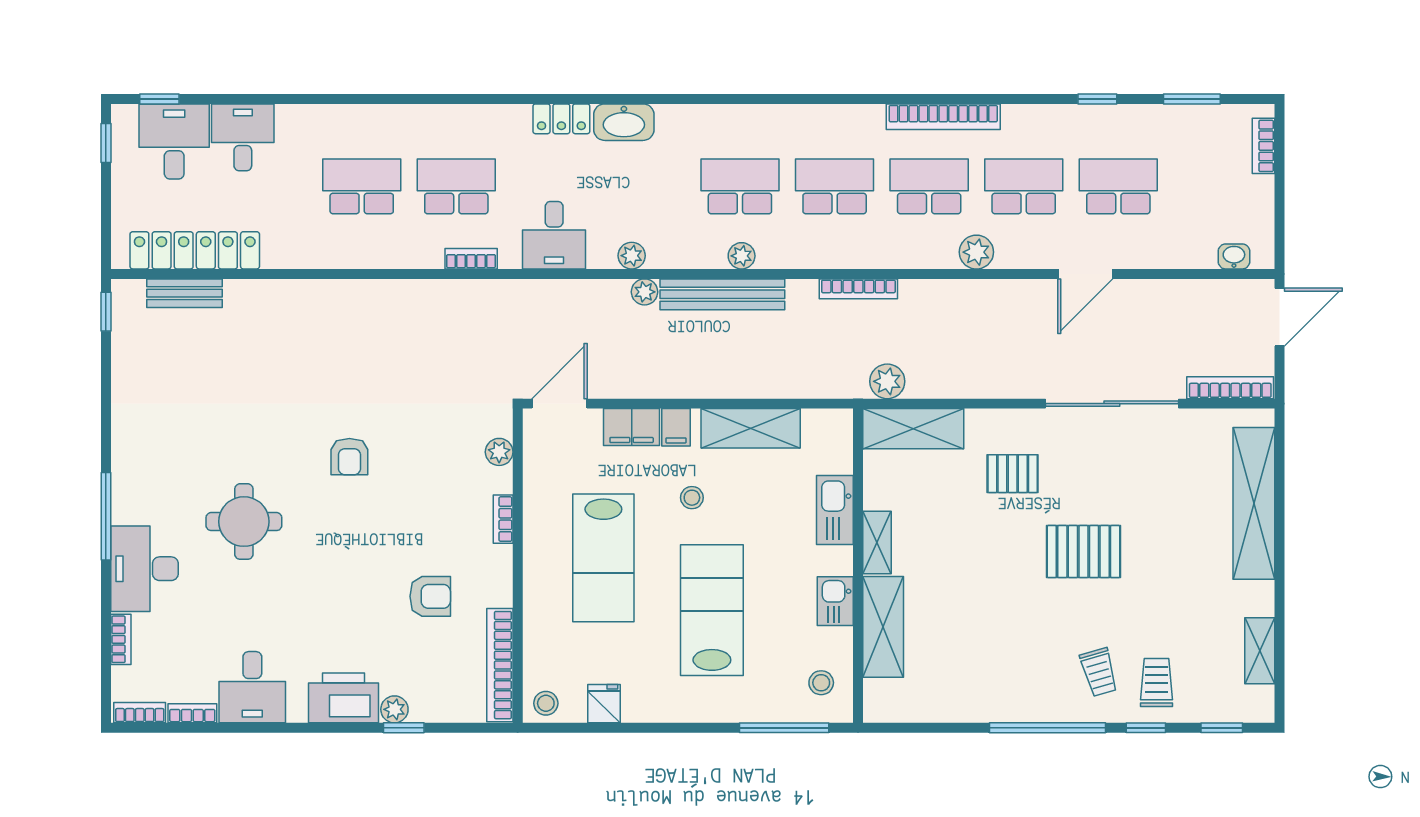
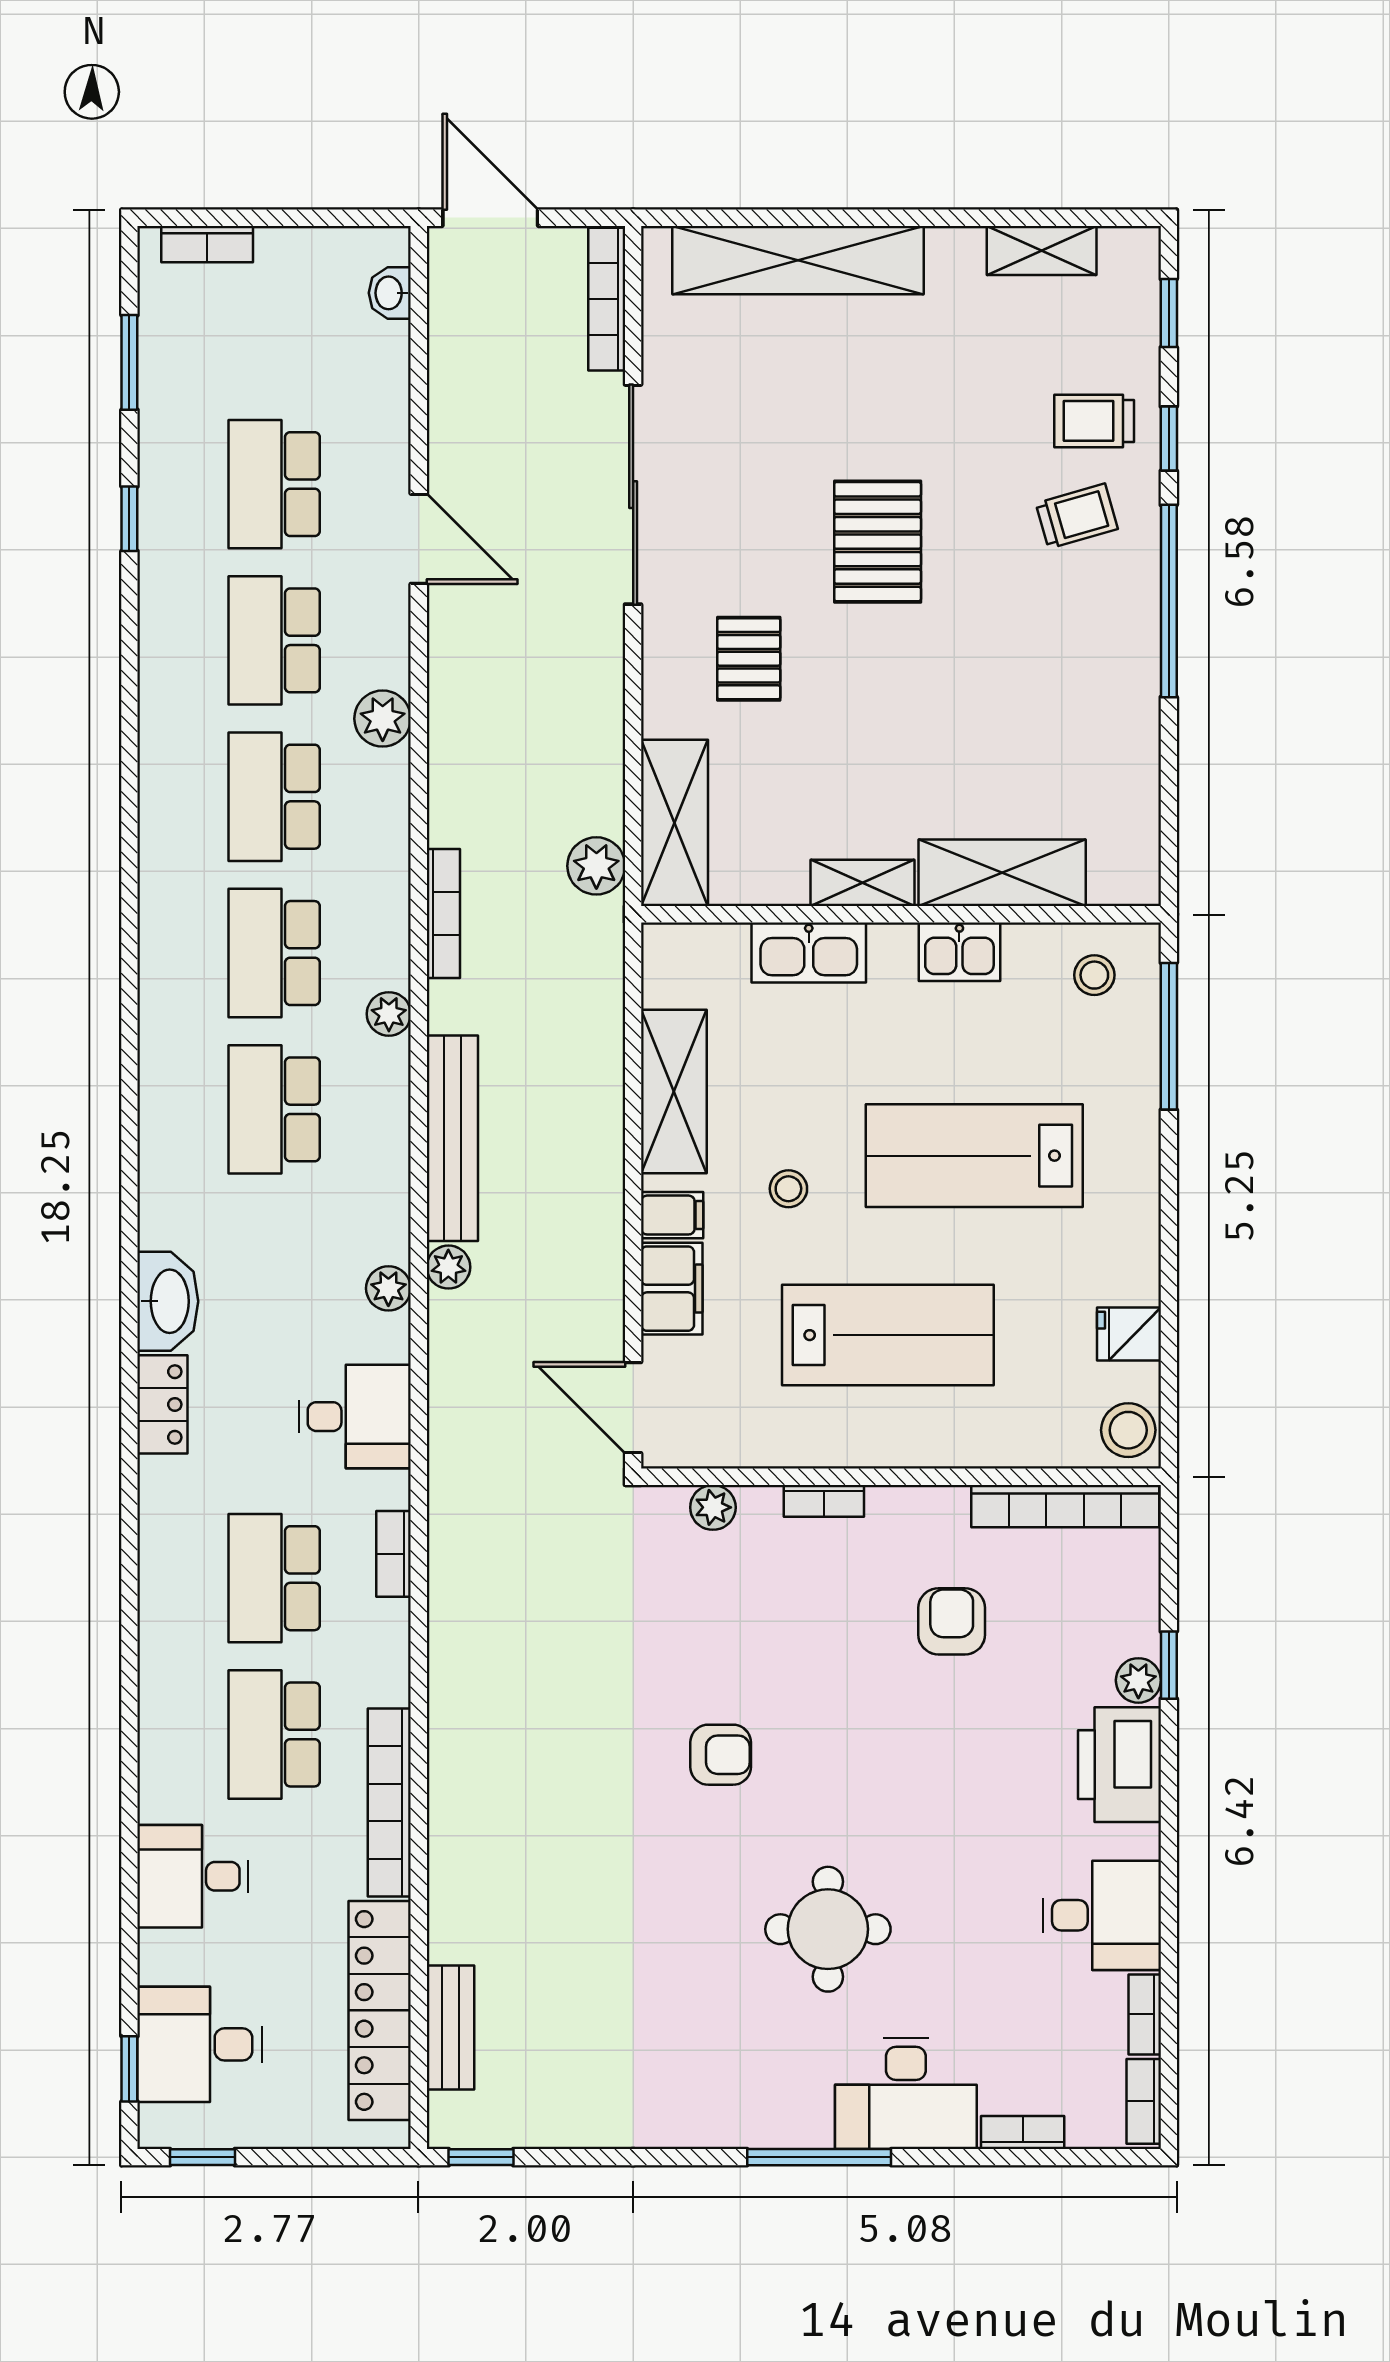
bookcase: (943, 117) -> (389, 1802), moved, turned 180
desk: (243, 137) -> (193, 1876), moved
plant: (742, 256) -> (389, 1014), moved
stool: (546, 703) -> (1128, 1430), width x1.37, depth x1.37

